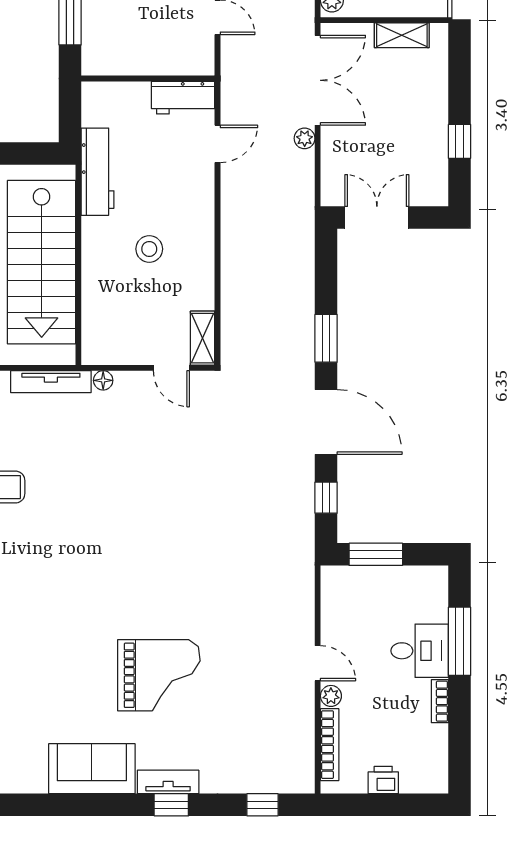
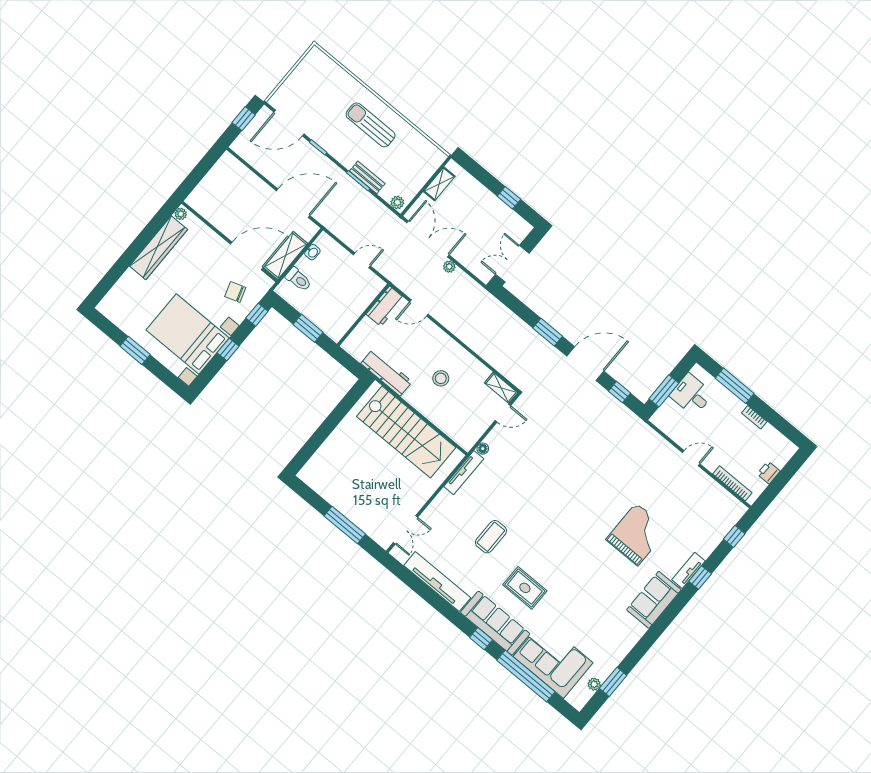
door: (217, 144) -> (419, 308), swing flipped
desk: (420, 651) -> (691, 395), moved, turned -90
plant: (331, 696) -> (711, 464), removed

